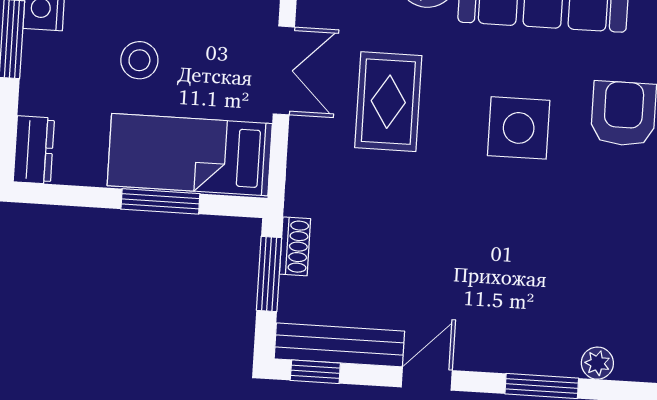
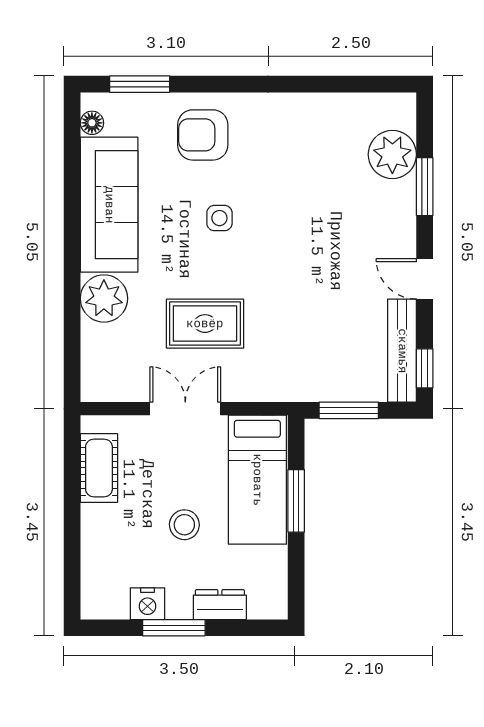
side table: (519, 128) -> (219, 218), width x0.54, depth x0.54
dresser: (34, 150) -> (220, 605), moved
shoe rack: (295, 246) -> (325, 391), removed
plant: (597, 363) -> (392, 154), width x1.87, depth x1.87

